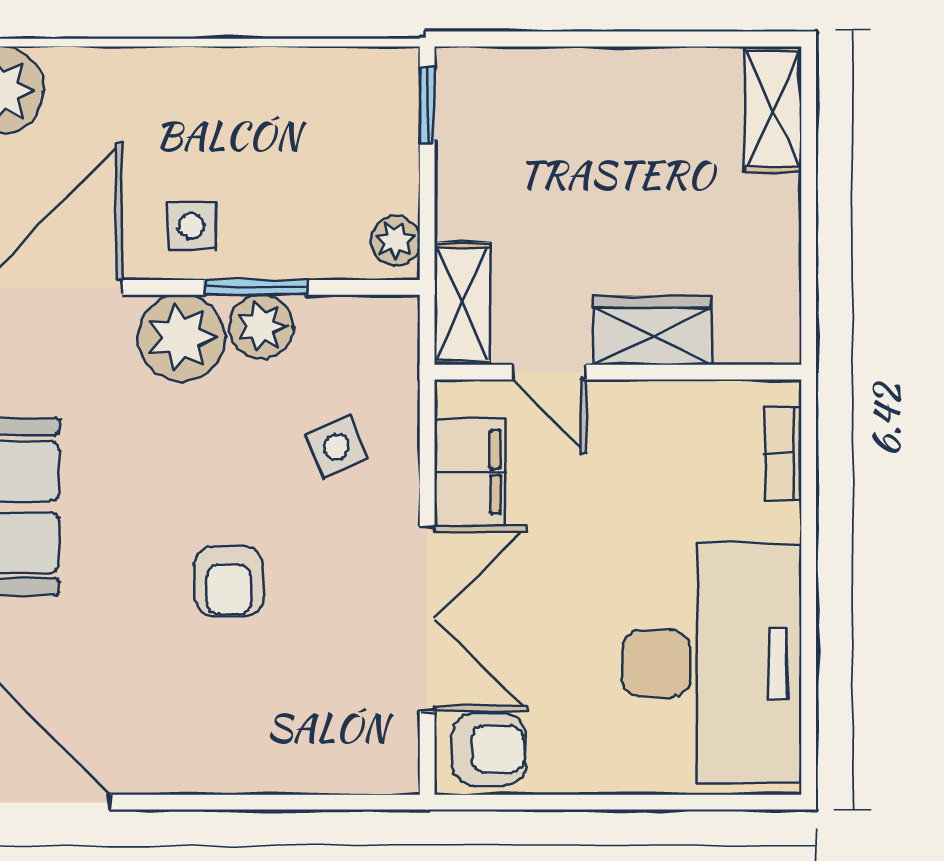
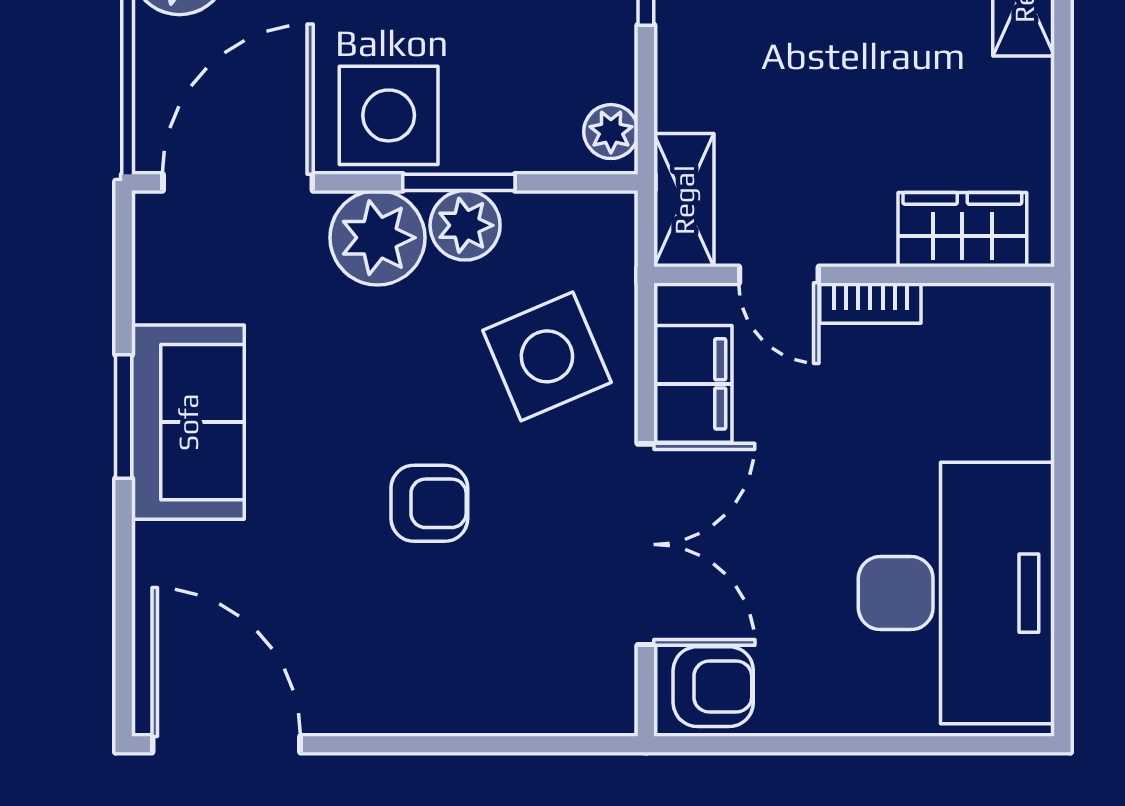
side table: (192, 226) -> (389, 115), width x1.87, depth x1.87
wardrobe: (652, 331) -> (962, 230), moved
side table: (337, 447) -> (547, 356), width x1.87, depth x1.87
bookcase: (783, 454) -> (870, 303), moved, turned -90
armchair: (229, 581) -> (429, 503), turned -90

